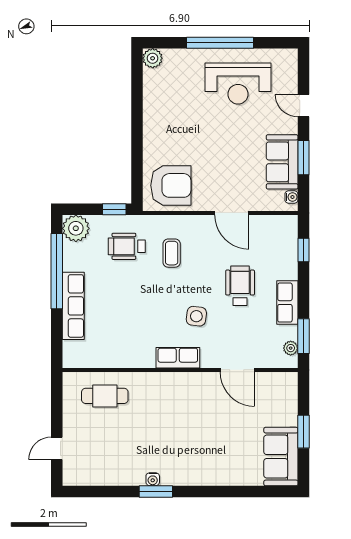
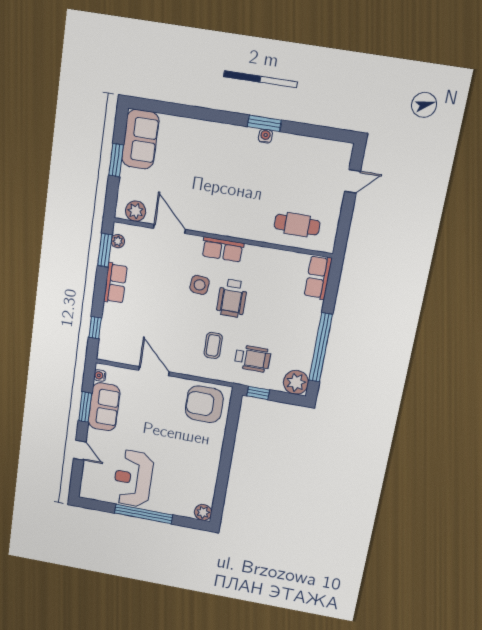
reception desk: (238, 83) -> (133, 478), turned -90
wheelchair: (240, 286) -> (232, 298), moved
row of seats: (73, 306) -> (318, 277), moved, width x0.68
plant: (276, 383) -> (136, 211), added

